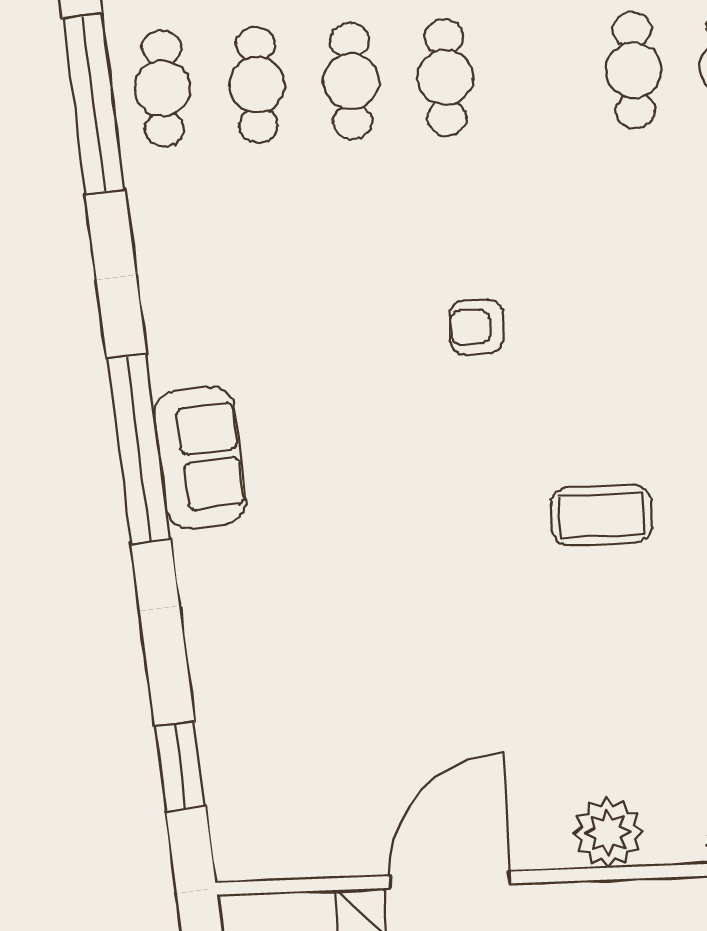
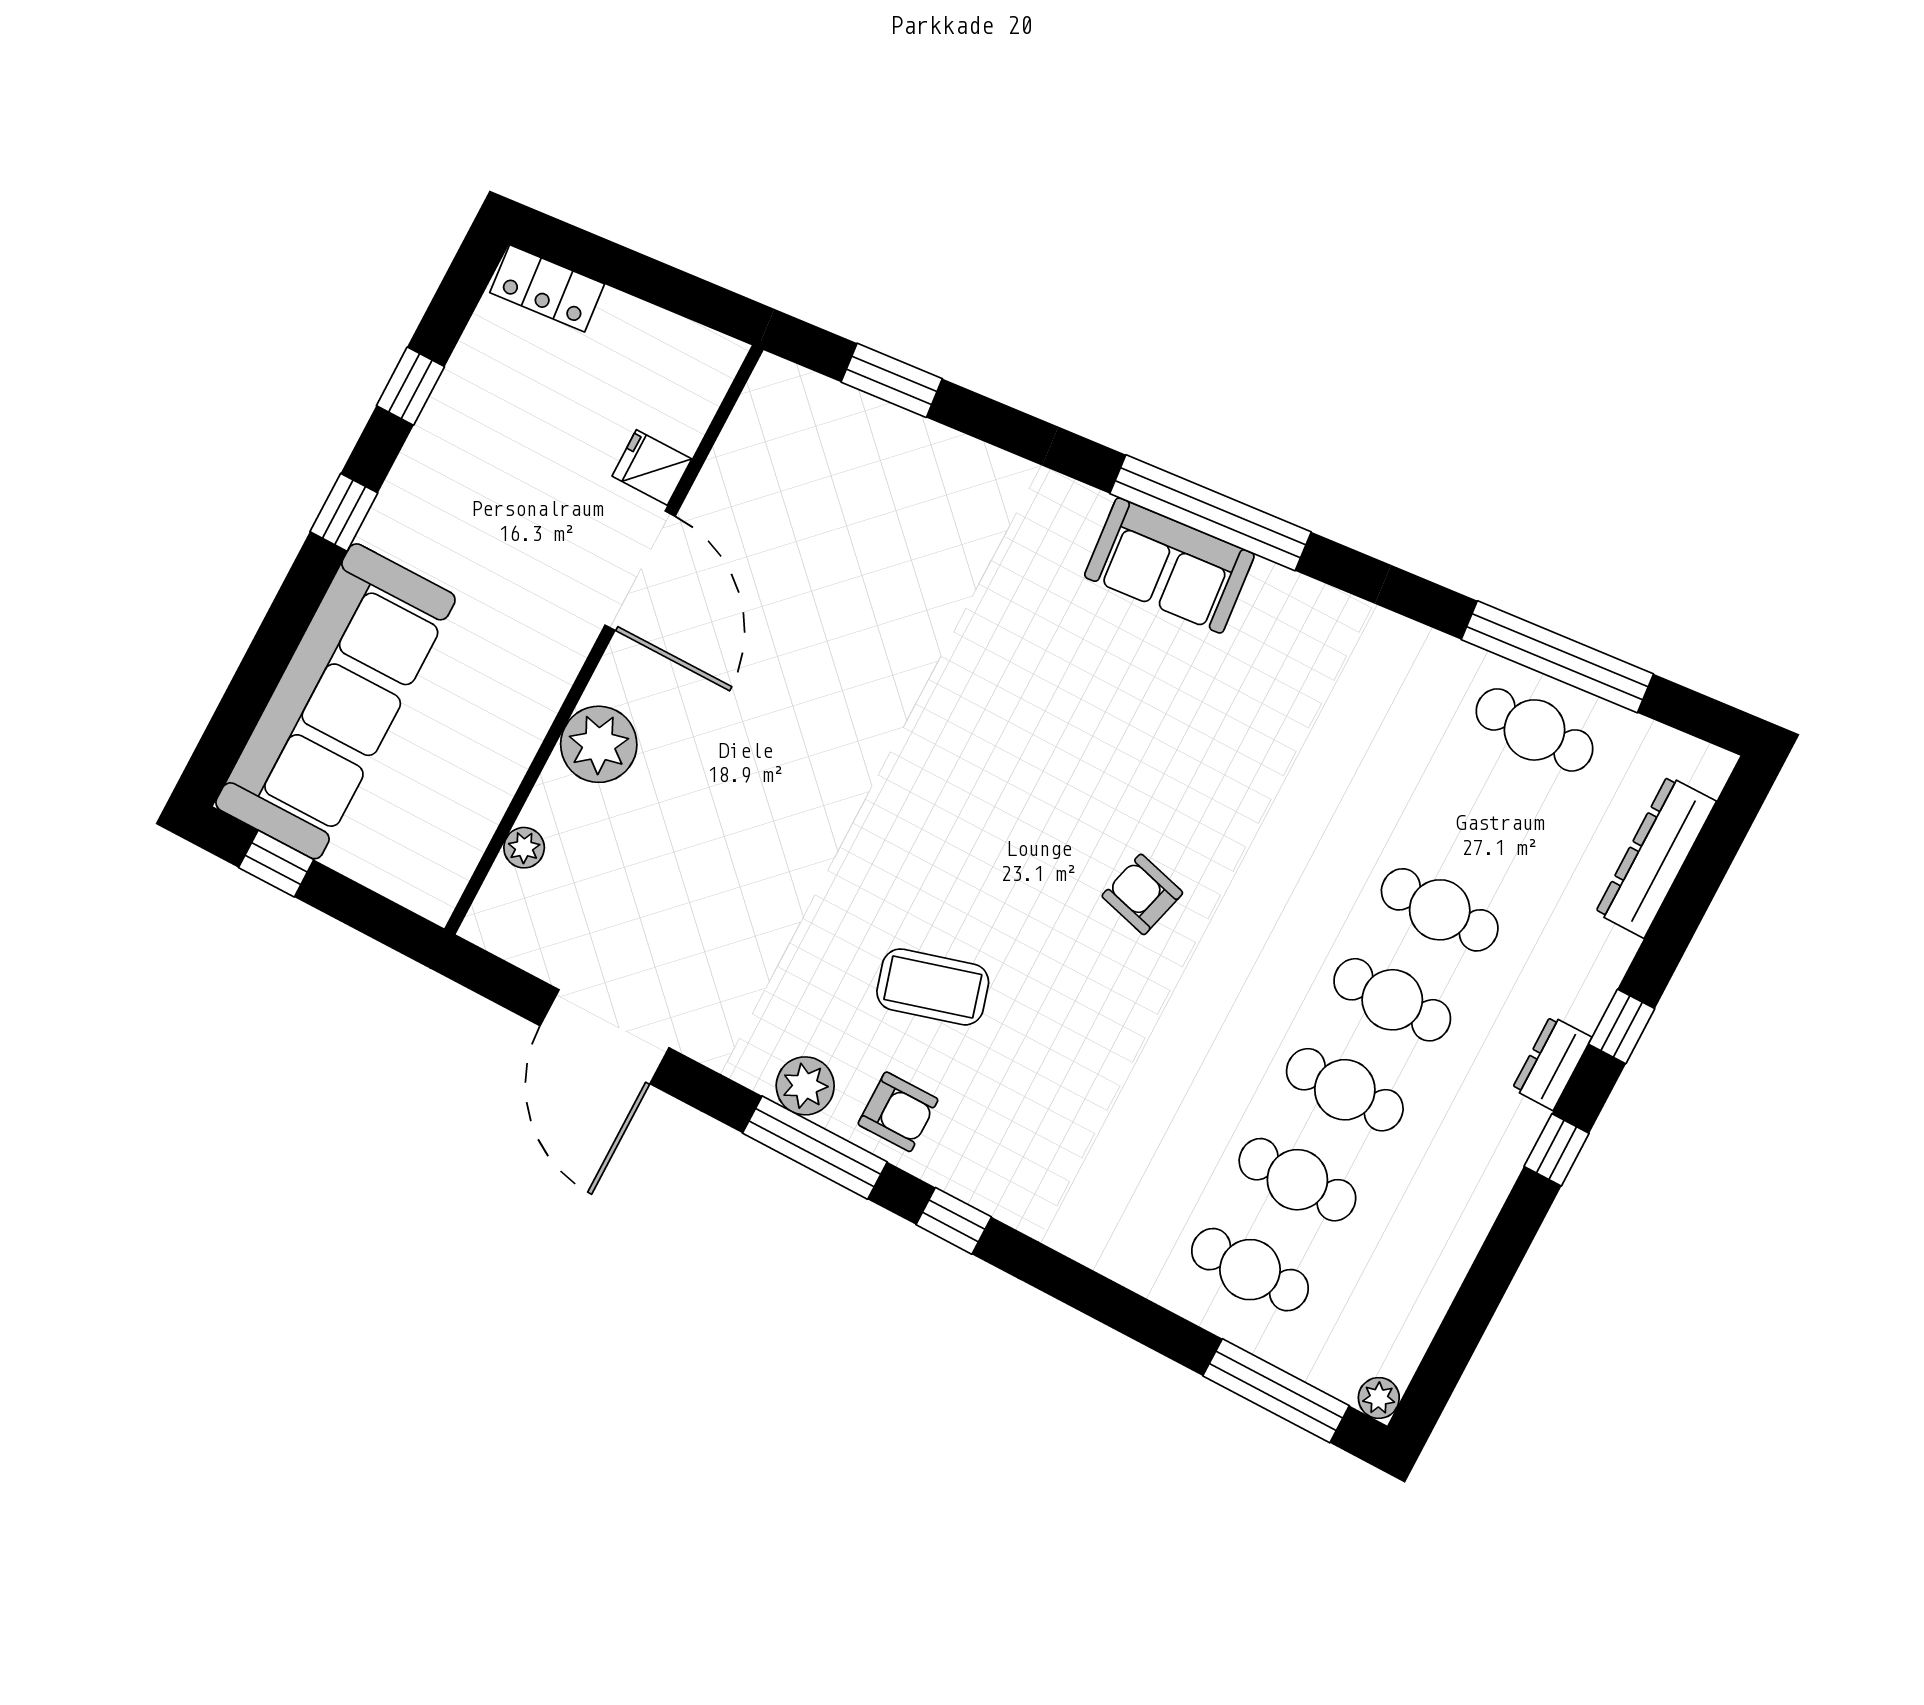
cafe table: (257, 85) -> (1345, 1090), moved
armchair: (477, 327) -> (1142, 894), turned -75
coffee table: (601, 515) -> (933, 987), moved, turned 74

